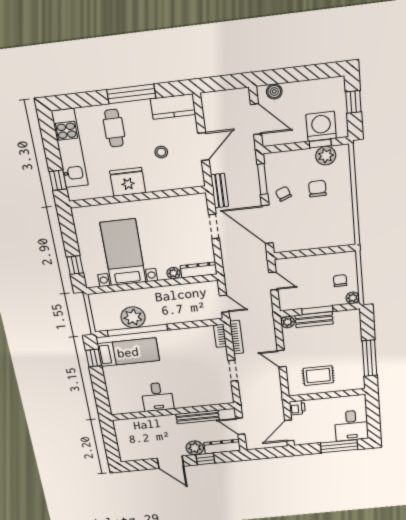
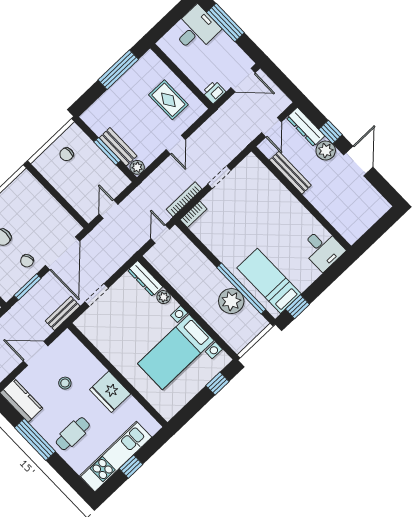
window: (58, 180) -> (131, 467), moved
plant: (353, 298) -> (74, 131), removed
desk: (157, 397) -> (322, 249), moved, turned 90

